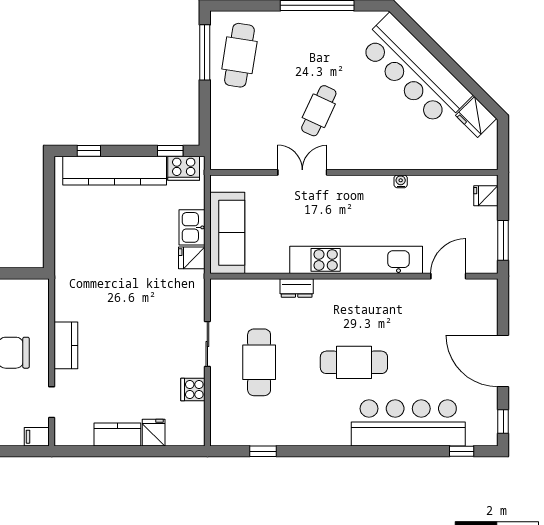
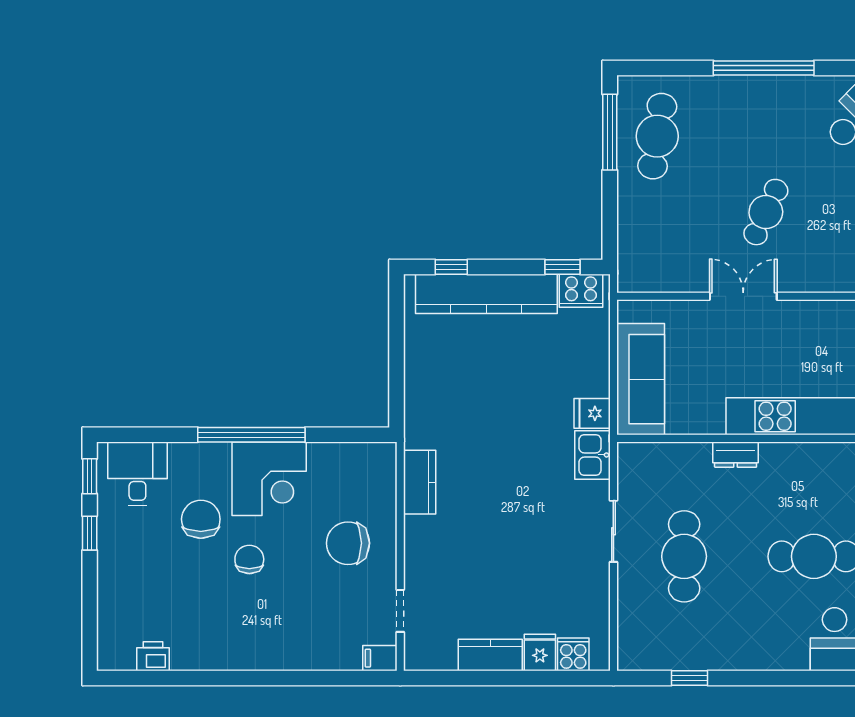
kitchen sink: (192, 227) -> (592, 455), moved
kitchen counter: (66, 345) -> (420, 482), moved
cooker: (193, 389) -> (573, 654), moved, turned 90

